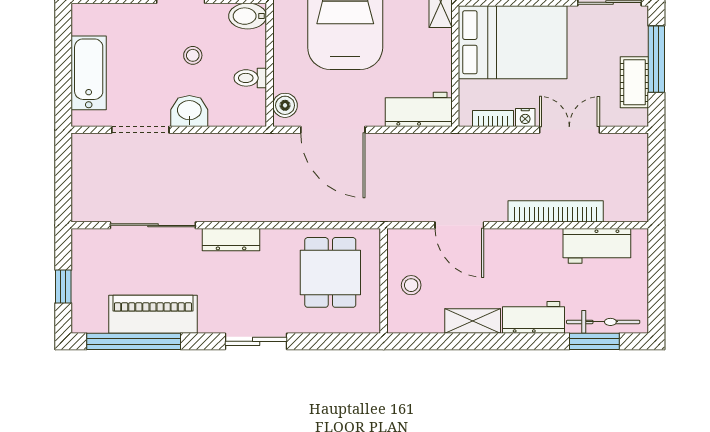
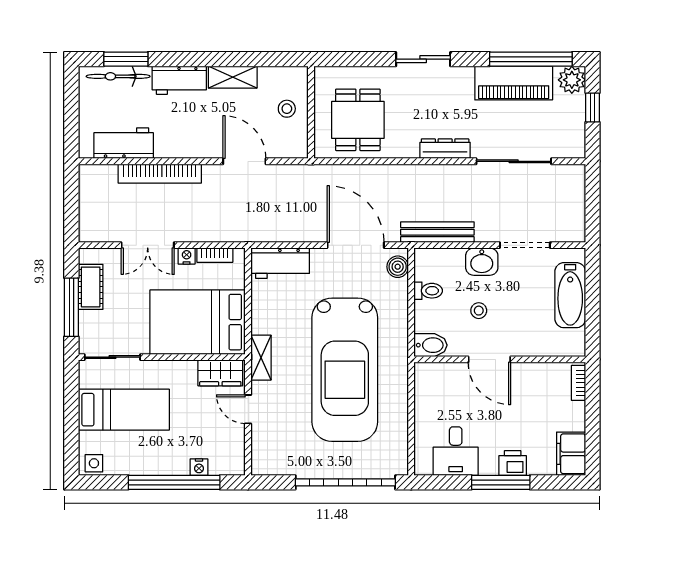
bench: (240, 145) -> (437, 232), added
plant: (87, 318) -> (572, 80), added

